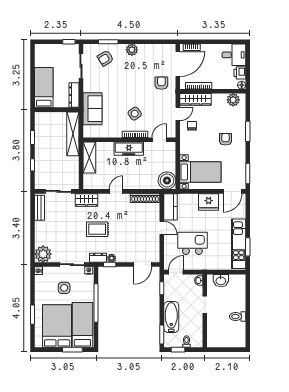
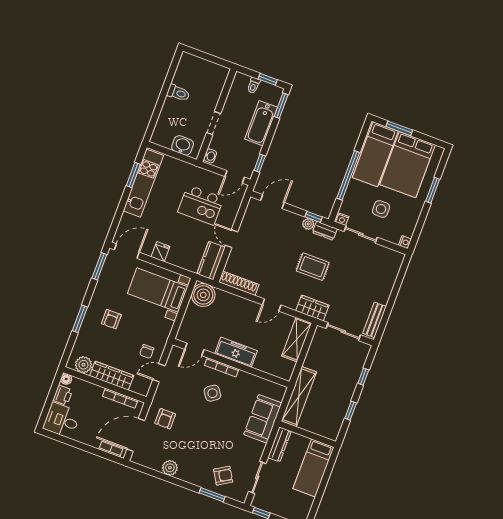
plant: (132, 50) -> (170, 468), moved
wardrobe: (196, 99) -> (112, 376), moved
shelving: (89, 158) -> (297, 339), moved
fridge: (209, 202) -> (160, 252), width x0.53, depth x0.75
plant: (43, 254) -> (392, 261), removed

